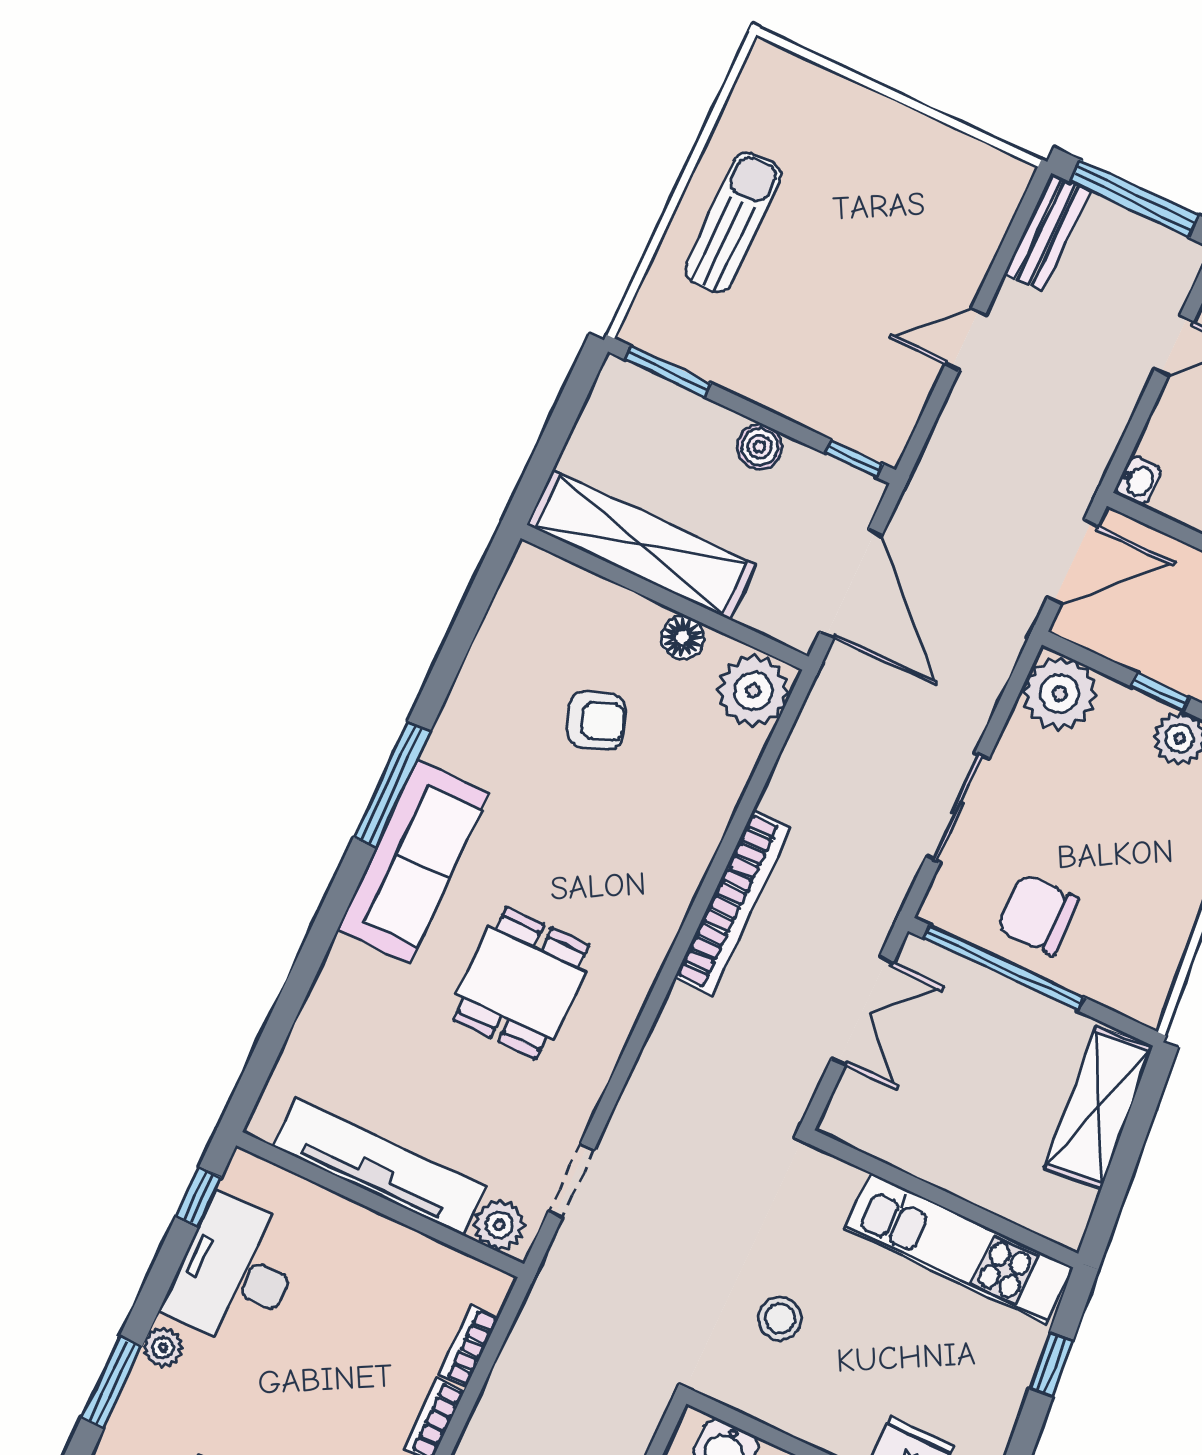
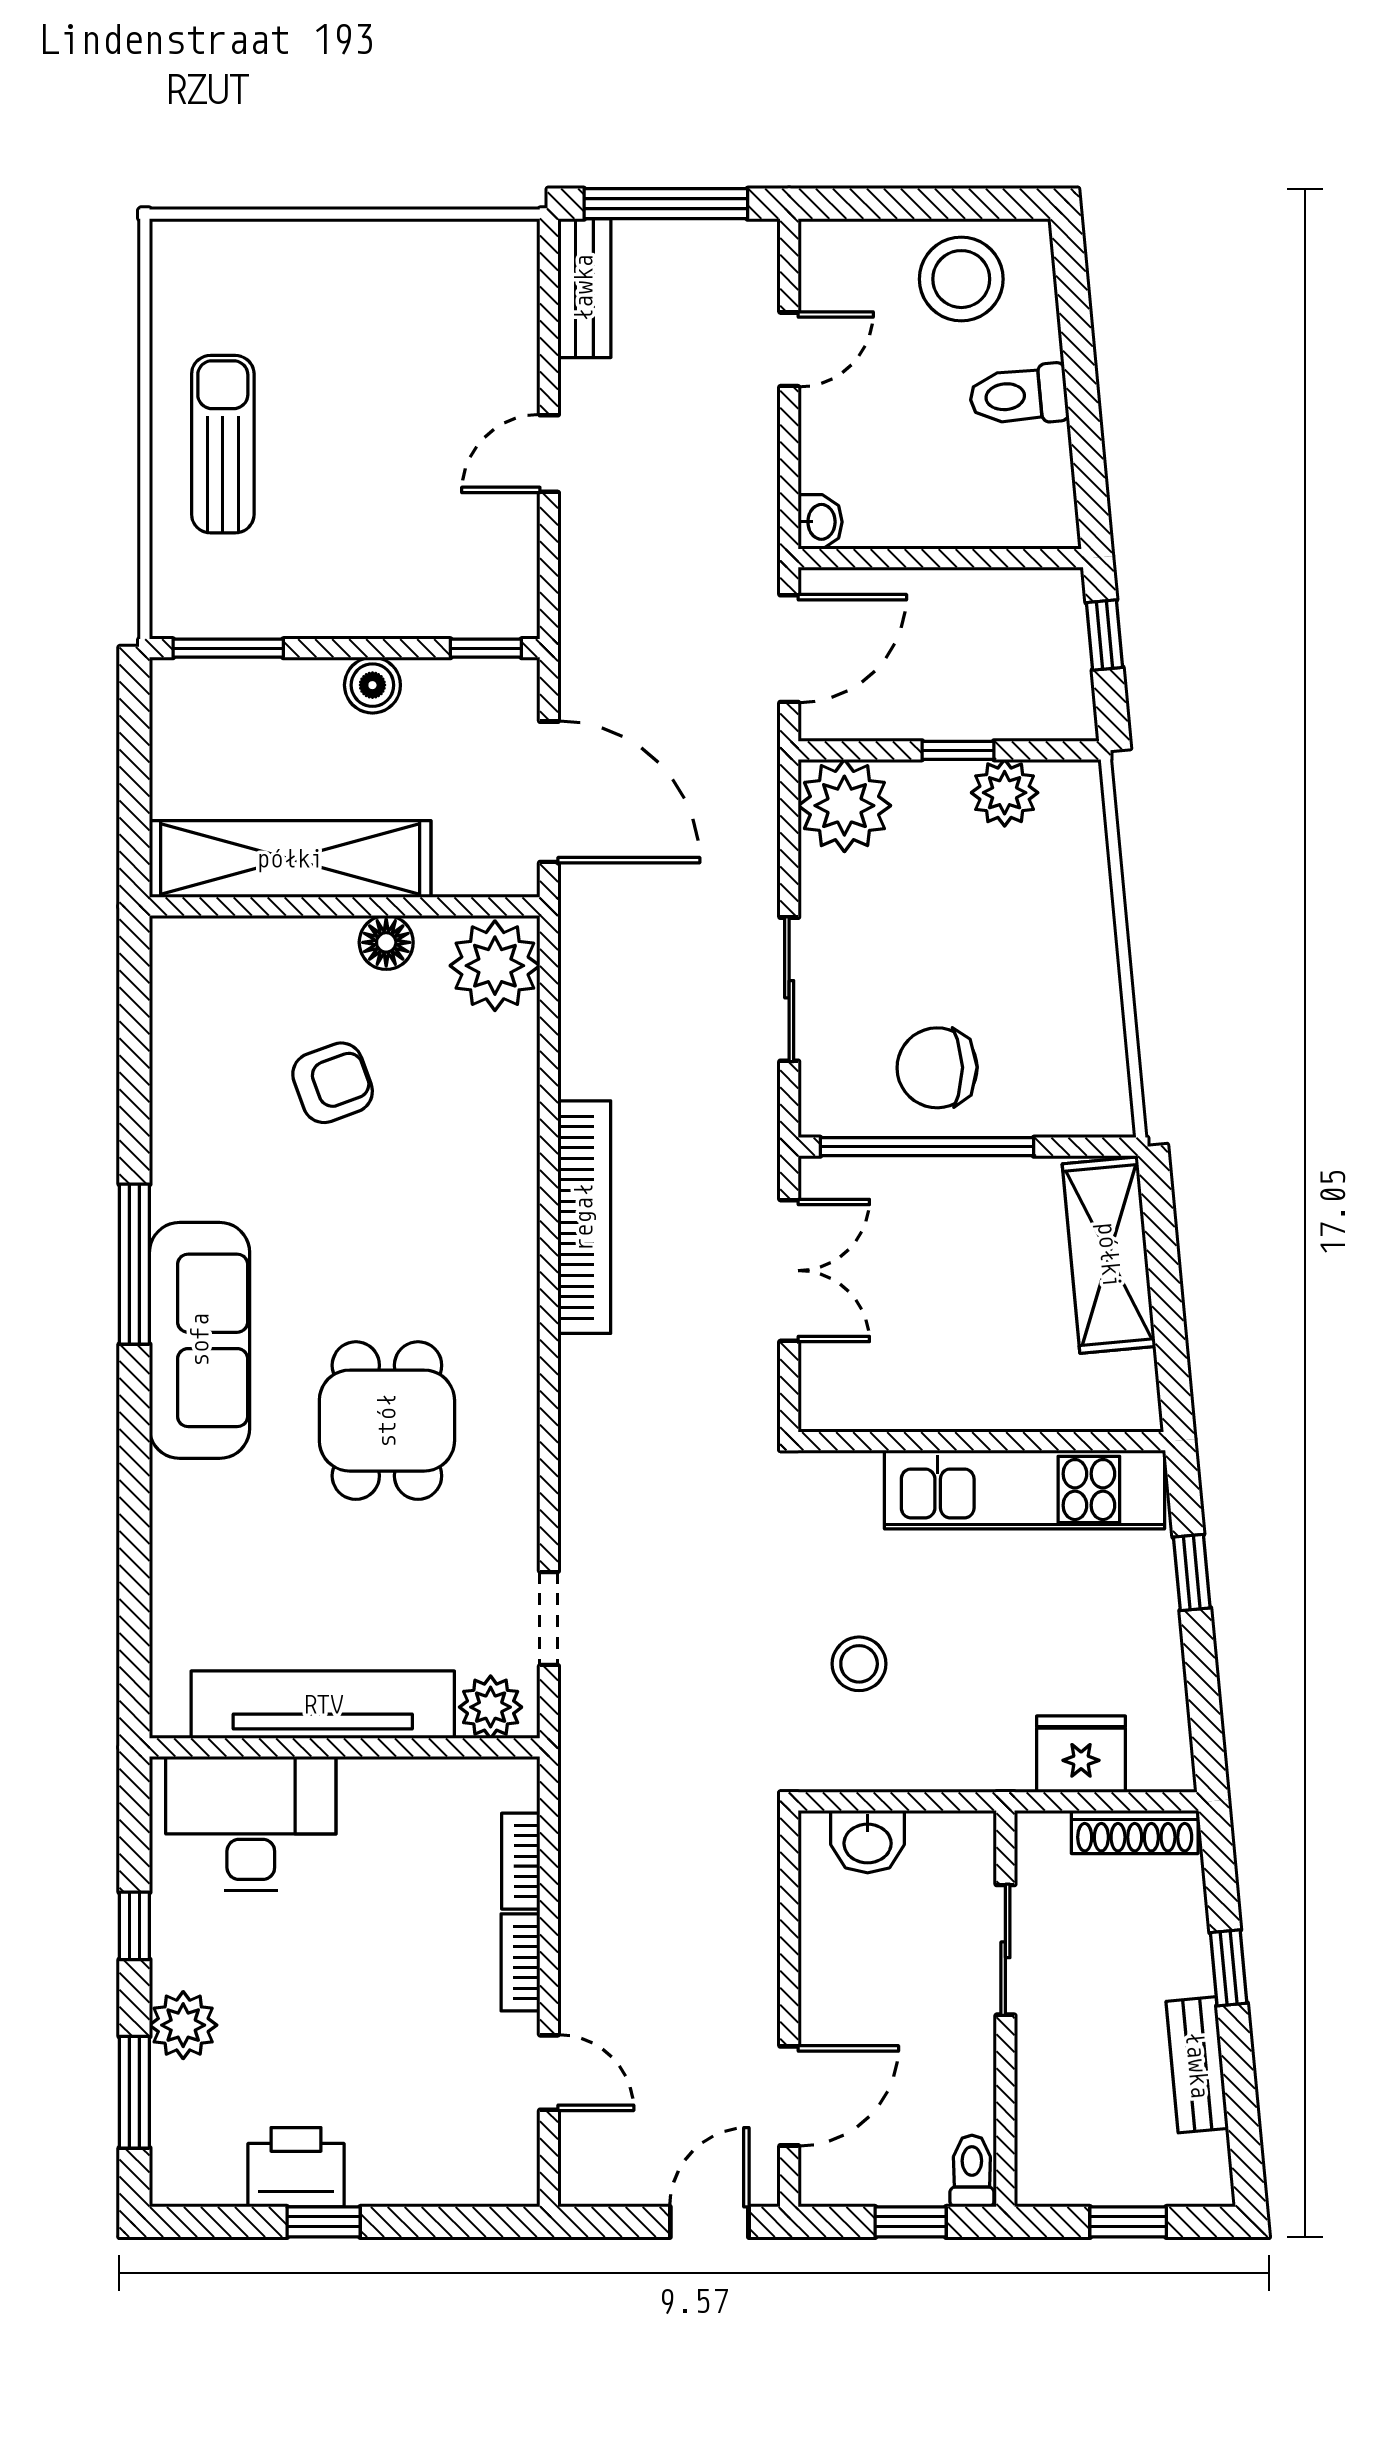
window: (199, 1197) -> (134, 1926), moved
desk: (235, 1272) -> (251, 1823), moved, turned 90
plant: (163, 1347) -> (183, 2025), width x1.38, depth x1.38

